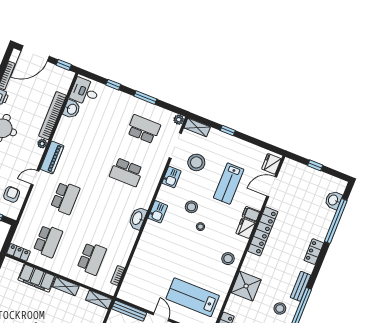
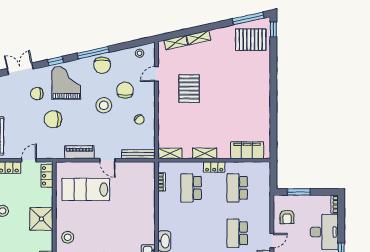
locker: (18, 252) -> (214, 167), moved
filing cabinet: (37, 278) -> (247, 150), moved
lab bench: (193, 297) -> (86, 189), turned 180

